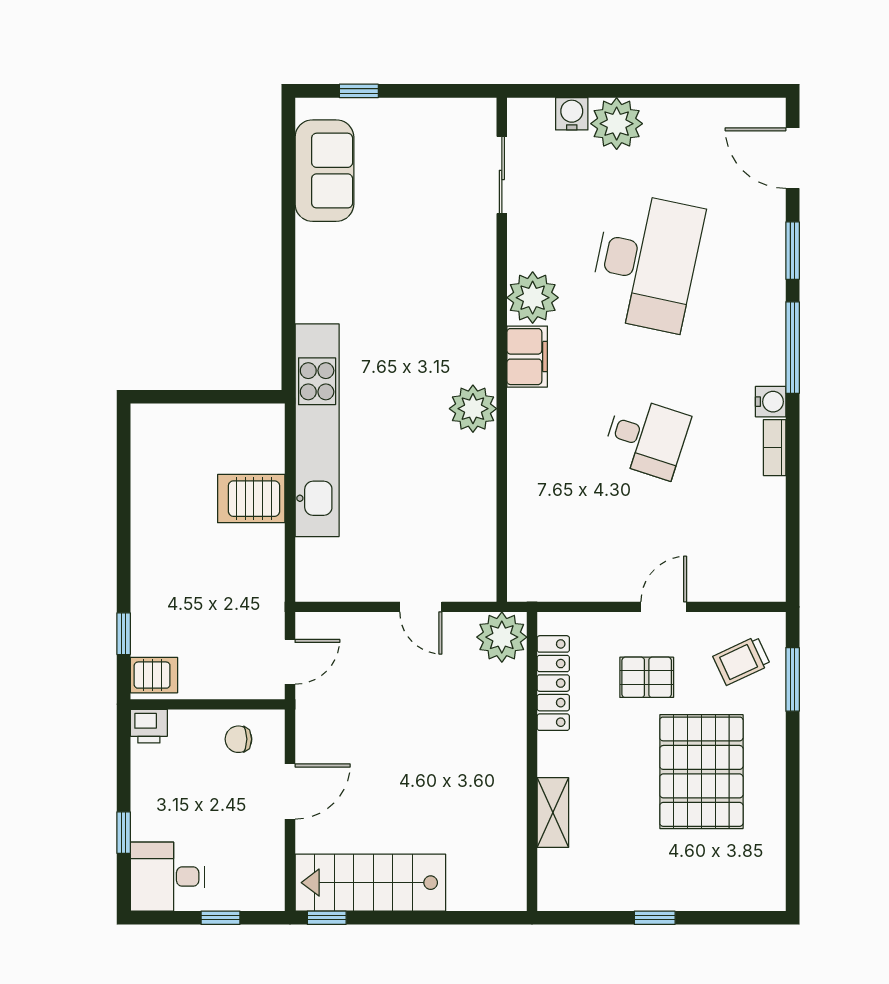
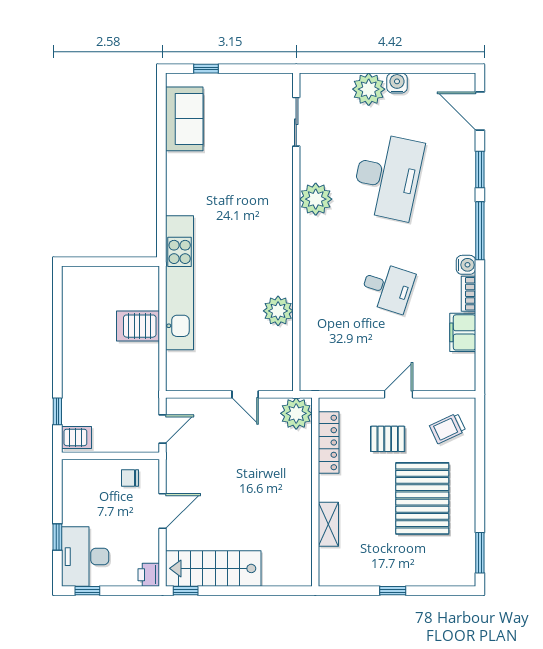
water cooler: (572, 114) -> (397, 83), moved
filing cabinet: (527, 357) -> (463, 332), moved, turned 180
plant: (473, 409) -> (278, 311), moved
window: (793, 679) -> (480, 553), moved
printer: (149, 726) -> (149, 575), moved, turned 90
desk: (168, 877) -> (85, 557), width x1.37
window: (221, 918) -> (87, 591), moved

